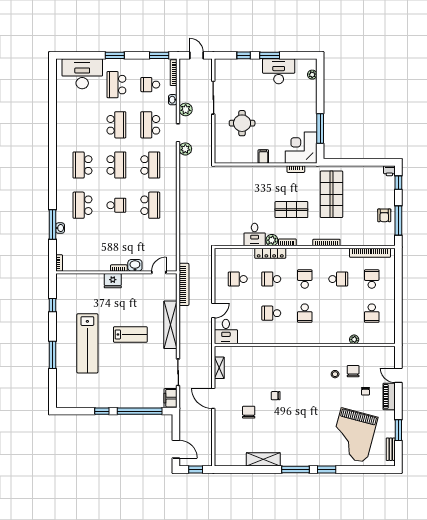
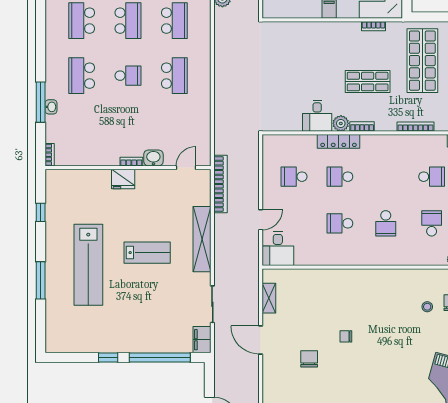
school desk: (305, 279) -> (432, 223), moved

